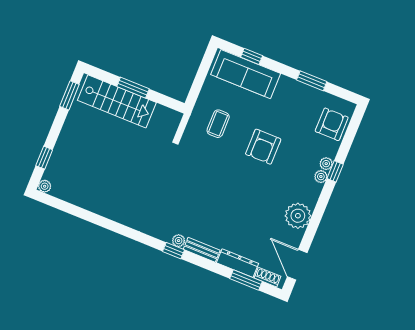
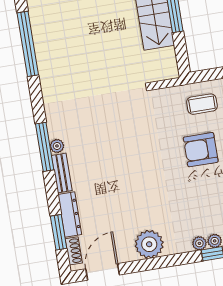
coffee table: (218, 124) -> (202, 104), moved
armchair: (263, 147) -> (201, 150), moved
window: (86, 215) -> (28, 44), added
window: (173, 251) -> (45, 147), width x2.17

